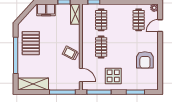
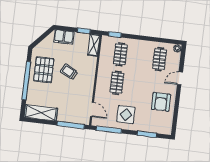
door: (160, 26) -> (180, 78), moved
trolley: (70, 53) -> (69, 72), moved

